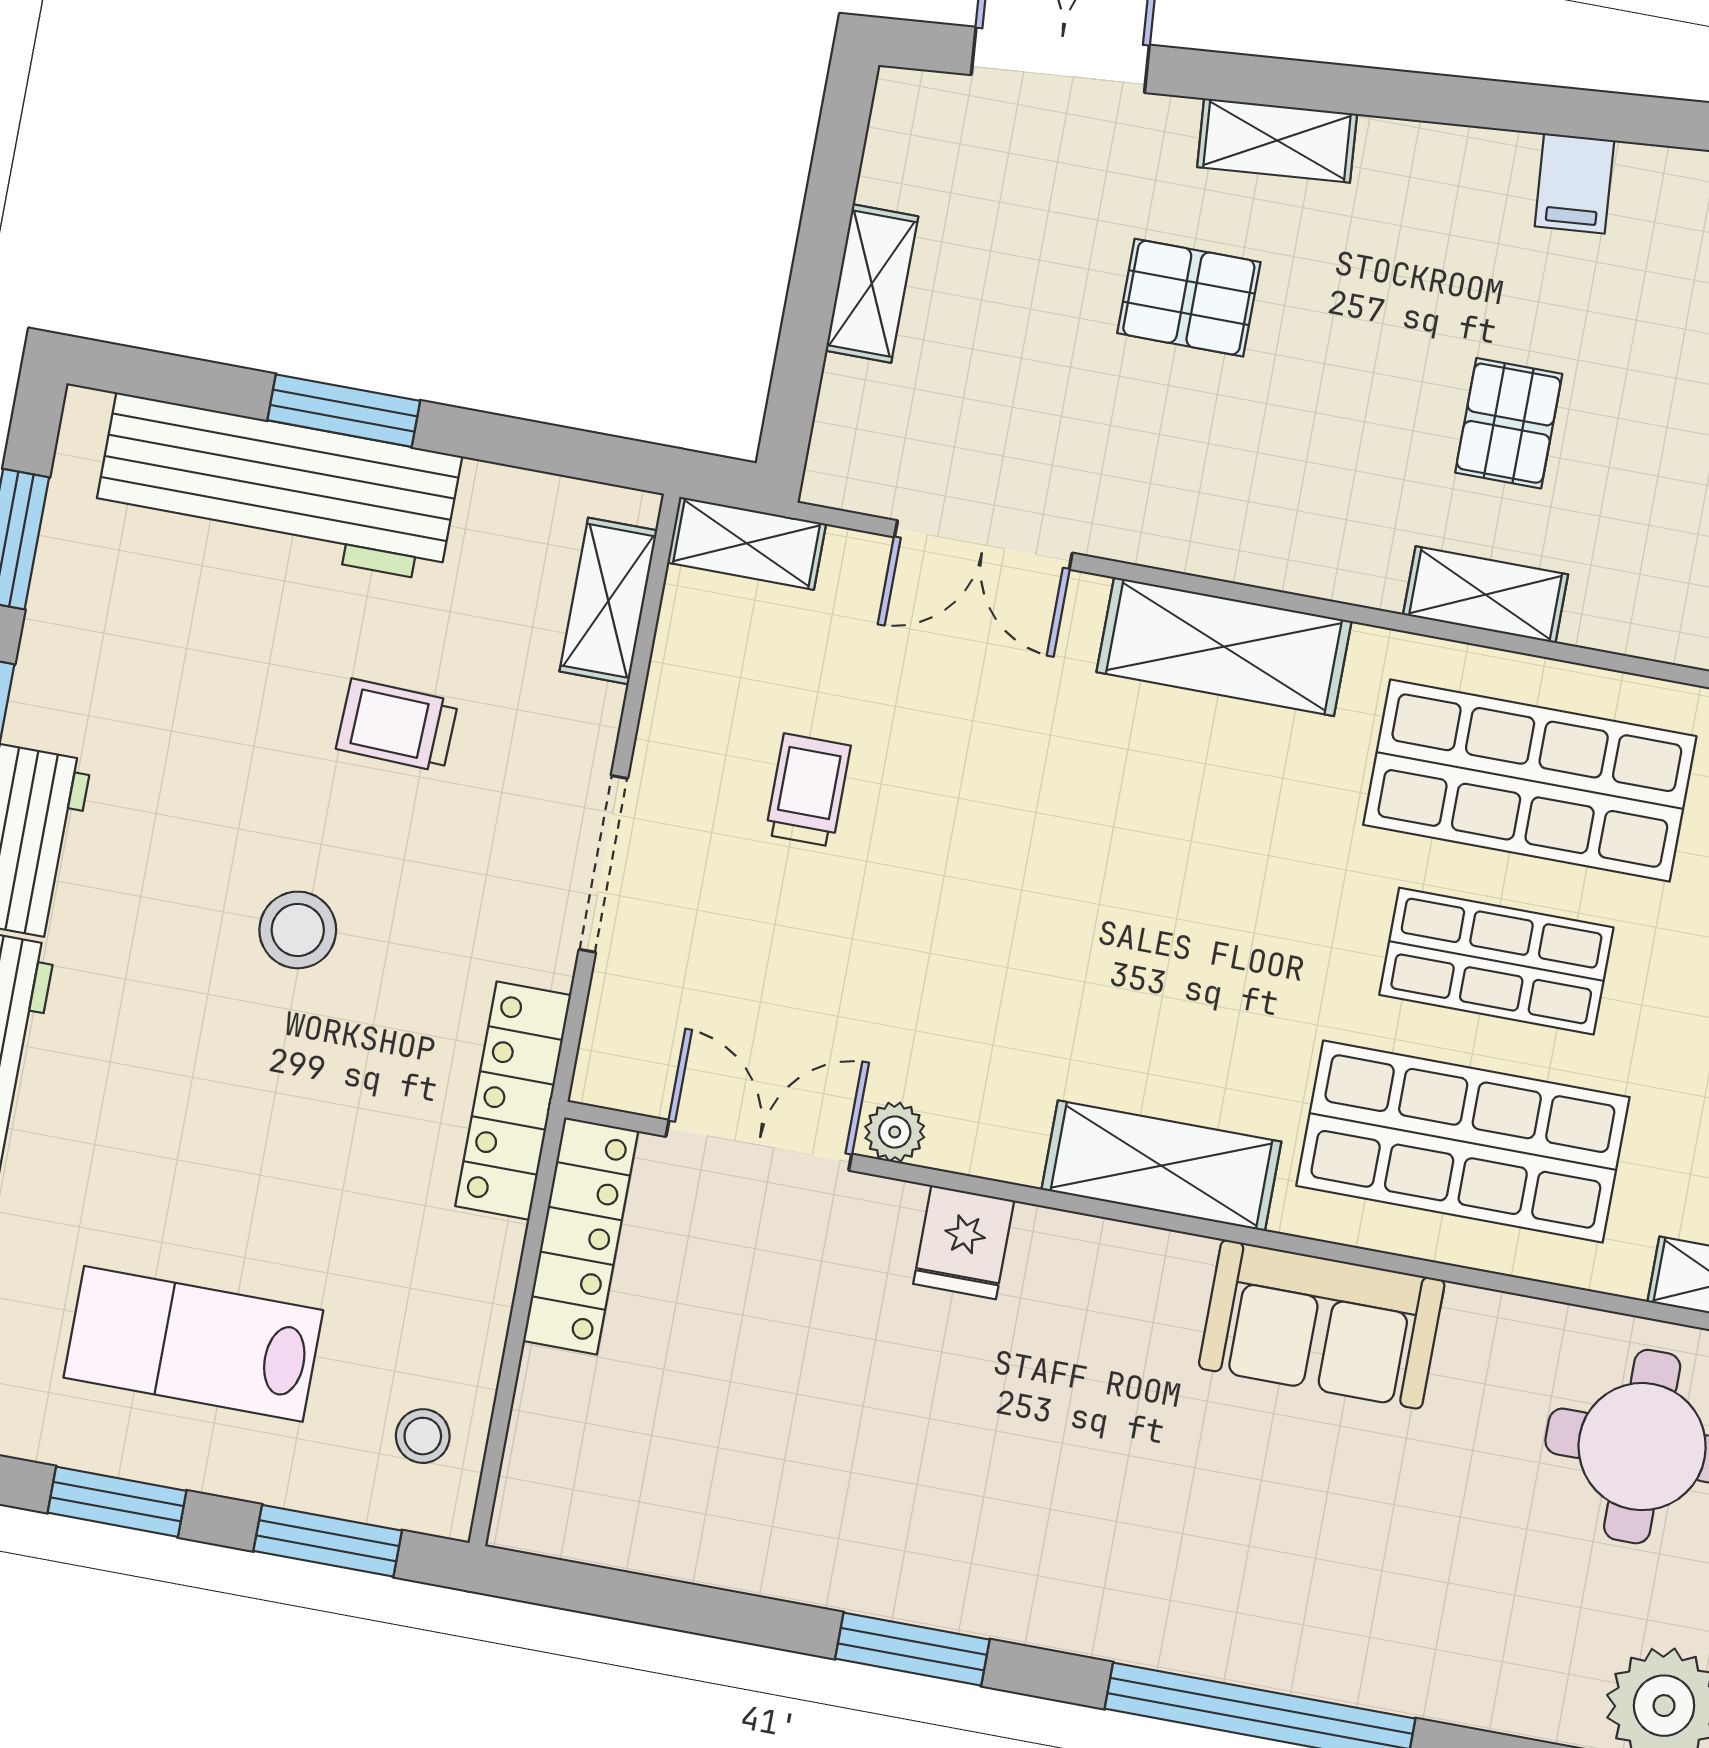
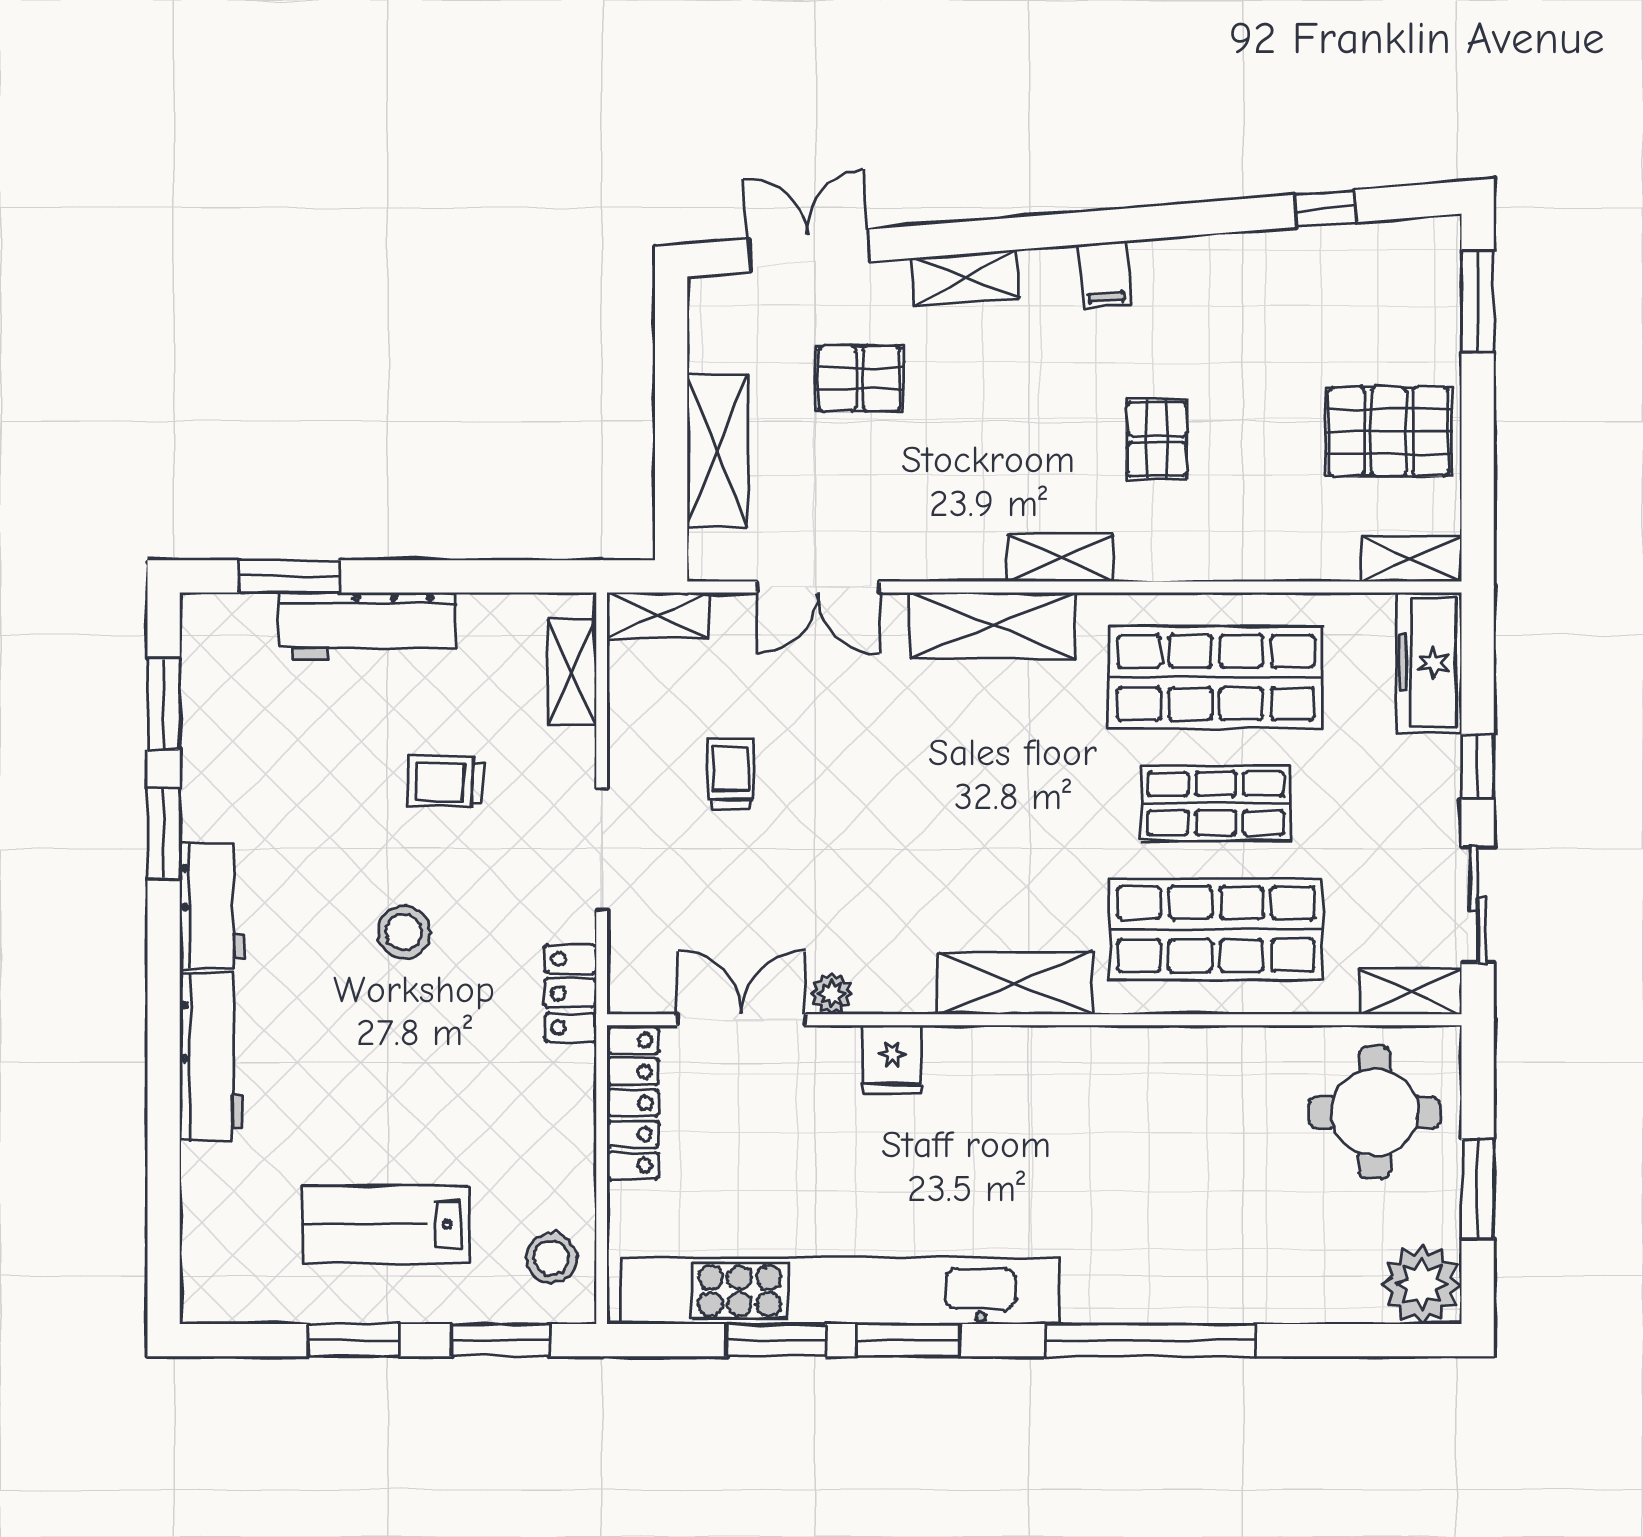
filing cabinet: (1574, 183) -> (1104, 275), moved
shelving: (872, 284) -> (718, 450), width x1.50, depth x1.33
pallet: (1189, 298) -> (859, 379), moved
window: (344, 411) -> (289, 576), moved
workbench: (278, 487) -> (367, 626), width x0.73, depth x0.76
shelving: (1486, 595) -> (1060, 558), moved
locker: (513, 1101) -> (570, 993), width x0.66
sofa: (1322, 1324) -> (1143, 1070), removed
stool: (423, 1436) -> (551, 1258), width x1.37, depth x1.37
kitchen unit: (829, 1561) -> (841, 1291), added
window: (724, 1614) -> (777, 1340), added

